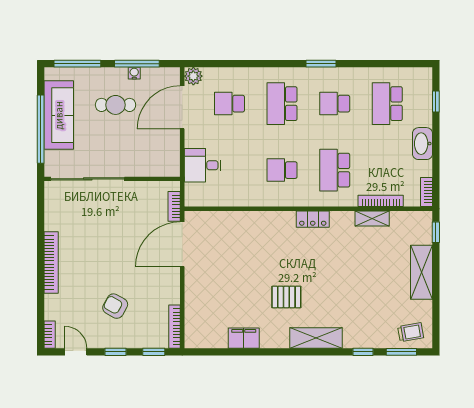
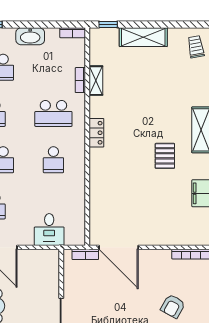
bookcase: (381, 201) -> (80, 80), width x0.64

